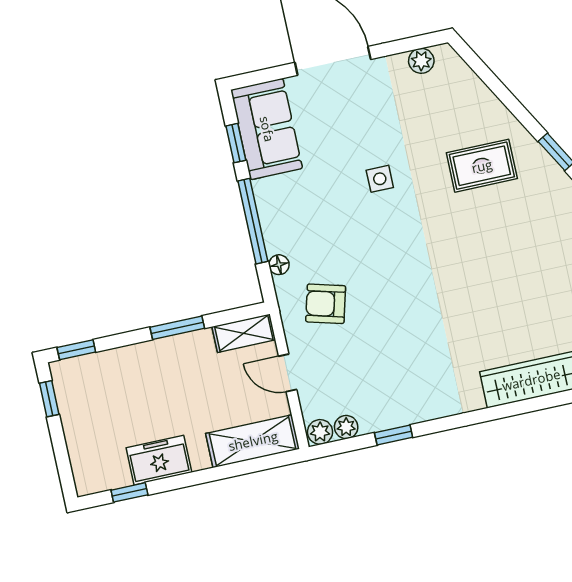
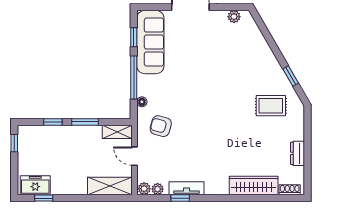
sofa: (267, 129) -> (150, 42), width x1.36
rug: (482, 166) -> (271, 106), moved
side table: (380, 179) -> (201, 70), removed
window: (76, 350) -> (53, 122), moved
tv unit: (402, 413) -> (187, 188), added
freezer: (159, 460) -> (35, 185), moved

